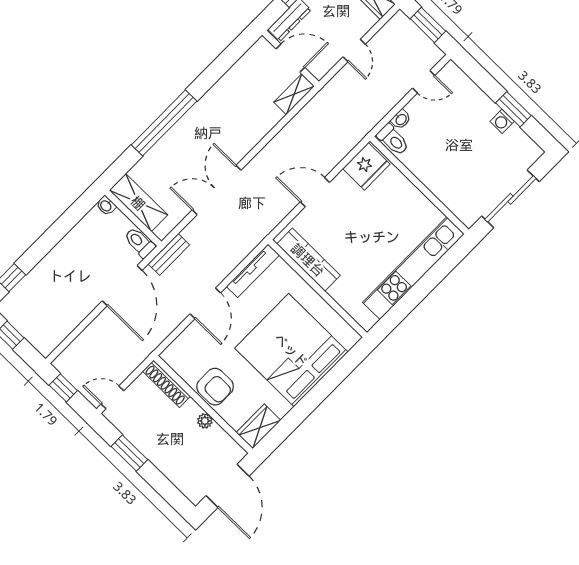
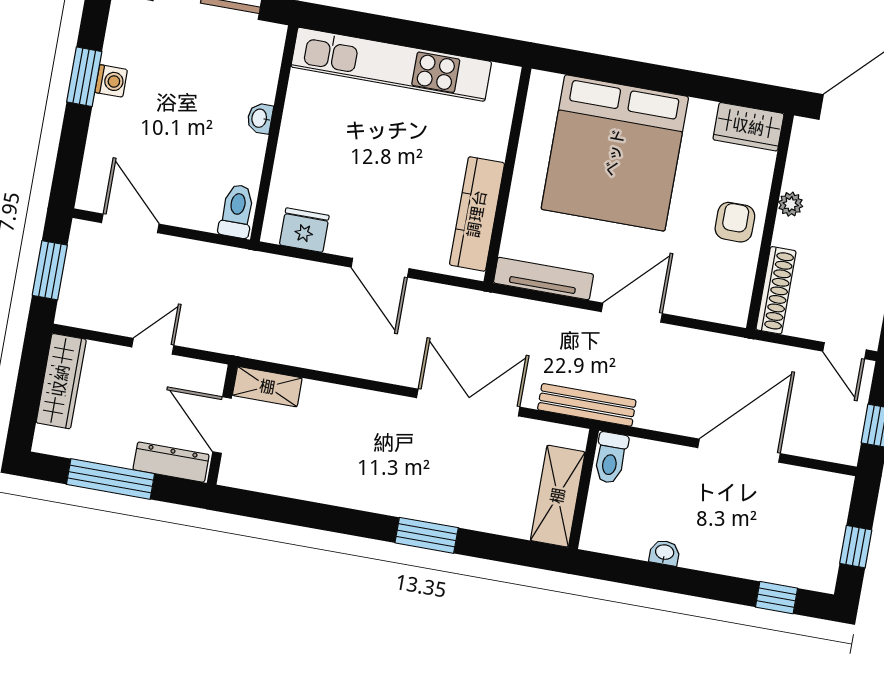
door: (424, 82) -> (130, 223), width x1.38
washbasin: (401, 119) -> (260, 118), moved, turned -90
window: (164, 123) -> (427, 535), width x0.47
fridge: (366, 166) -> (304, 230), width x0.73, depth x0.75
double door: (217, 190) -> (468, 402), swing flipped
washbasin: (106, 206) -> (665, 553), moved, turned -90
bench: (169, 254) -> (587, 405), width x1.36
door: (122, 286) -> (739, 451), moved
armchair: (215, 387) -> (735, 222), width x0.72, depth x0.72

